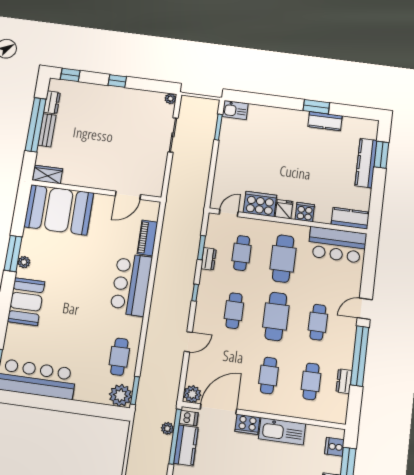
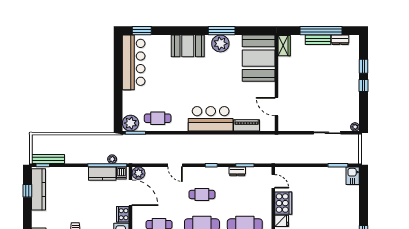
window: (70, 75) -> (364, 66), moved
cafe table: (242, 253) -> (245, 194), removed
plant: (24, 262) -> (220, 44), width x1.87, depth x1.87

